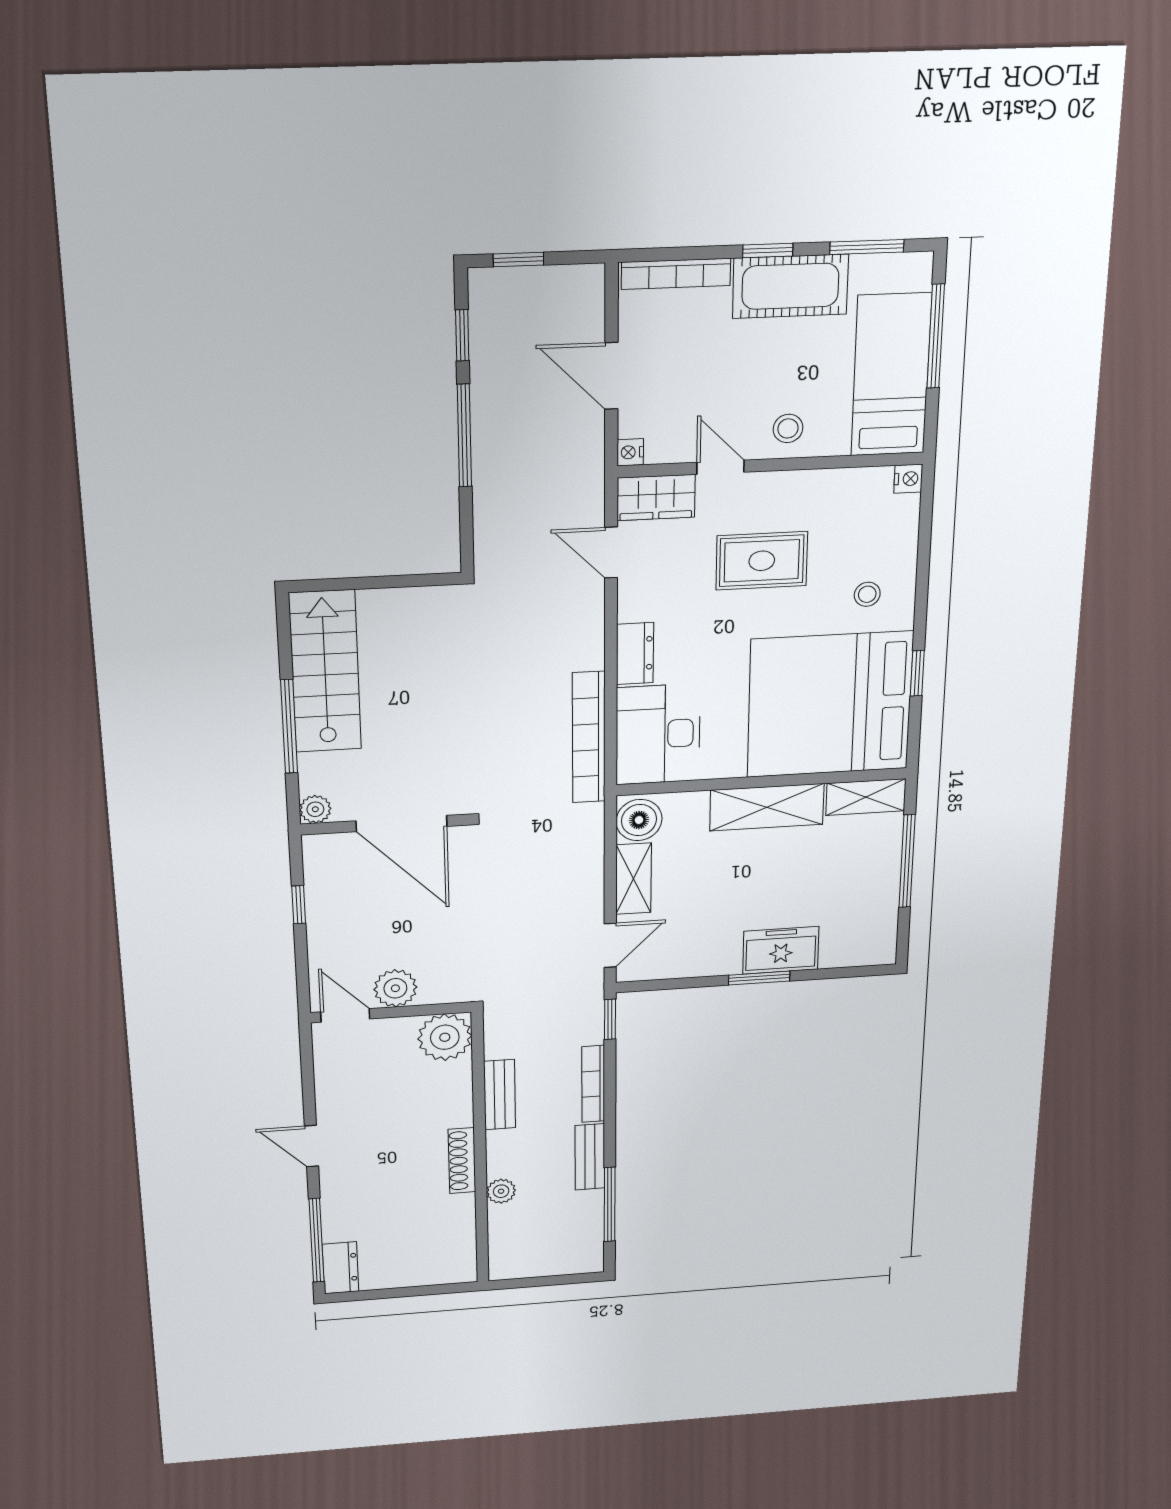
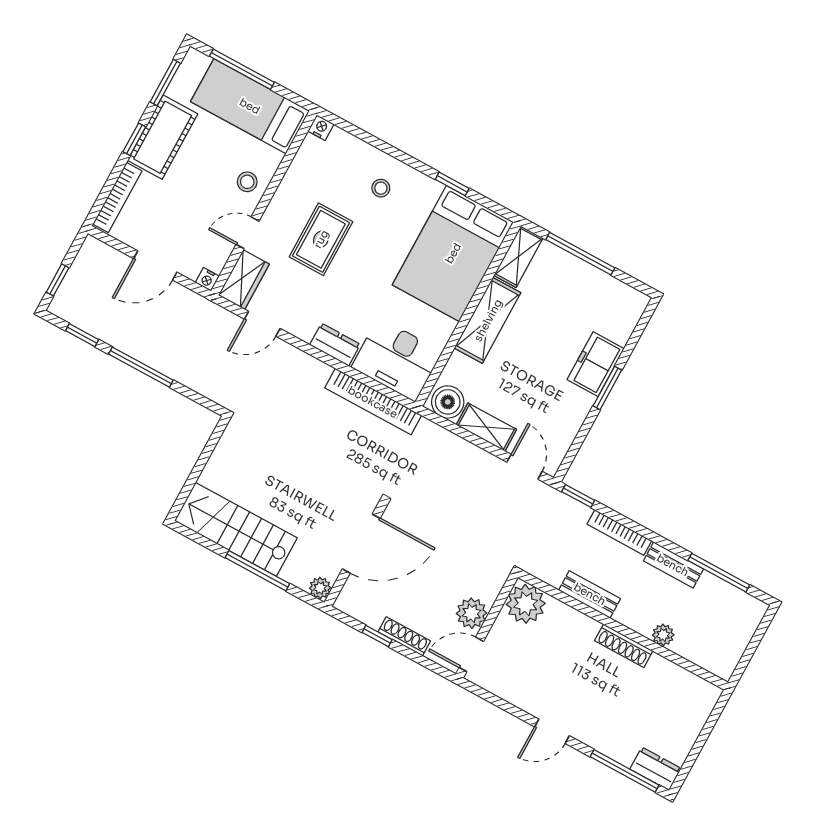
bed: (830, 705) -> (453, 253), width x0.73
shoe rack: (318, 934) -> (404, 636), added

